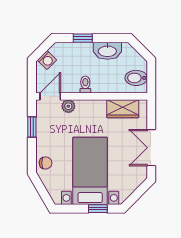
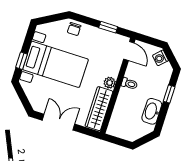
bidet: (136, 78) -> (121, 128), removed
plant: (68, 106) -> (110, 83), moved
wardrobe: (123, 109) -> (99, 109), width x1.50

